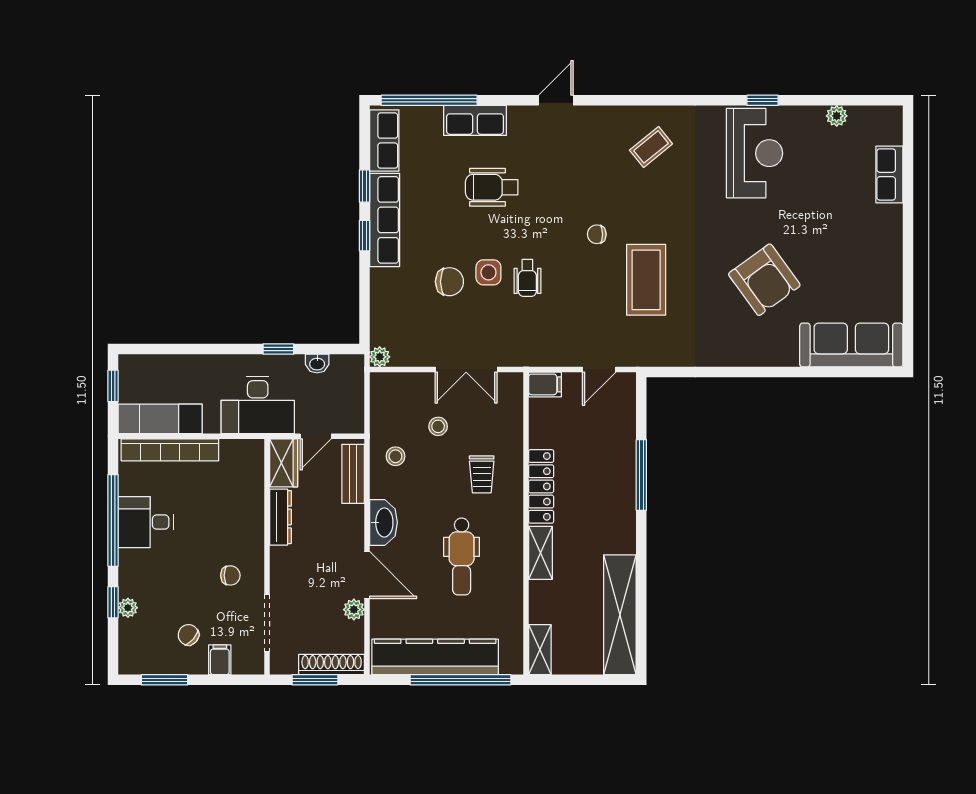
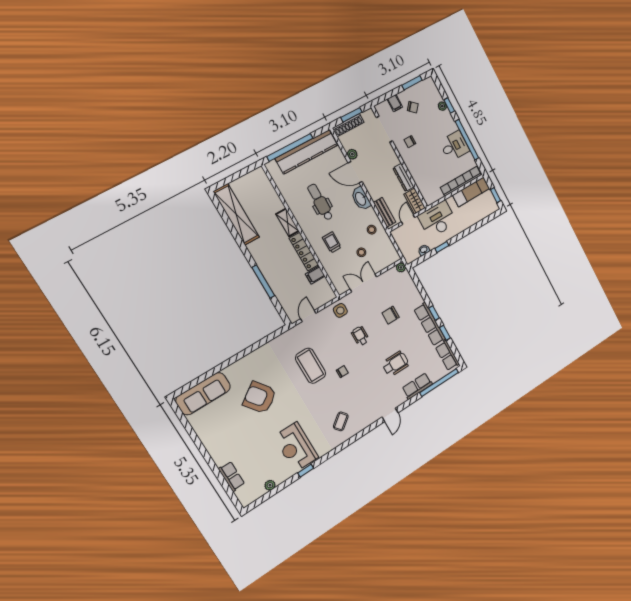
side table: (488, 272) -> (340, 310), moved
filing cabinet: (545, 384) -> (315, 275), moved
shelving: (540, 650) -> (263, 179), removed

